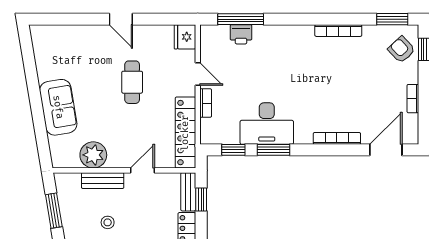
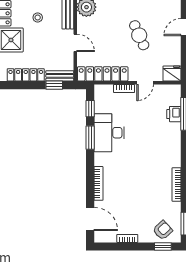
cafe table: (132, 82) -> (139, 35), turned 66

